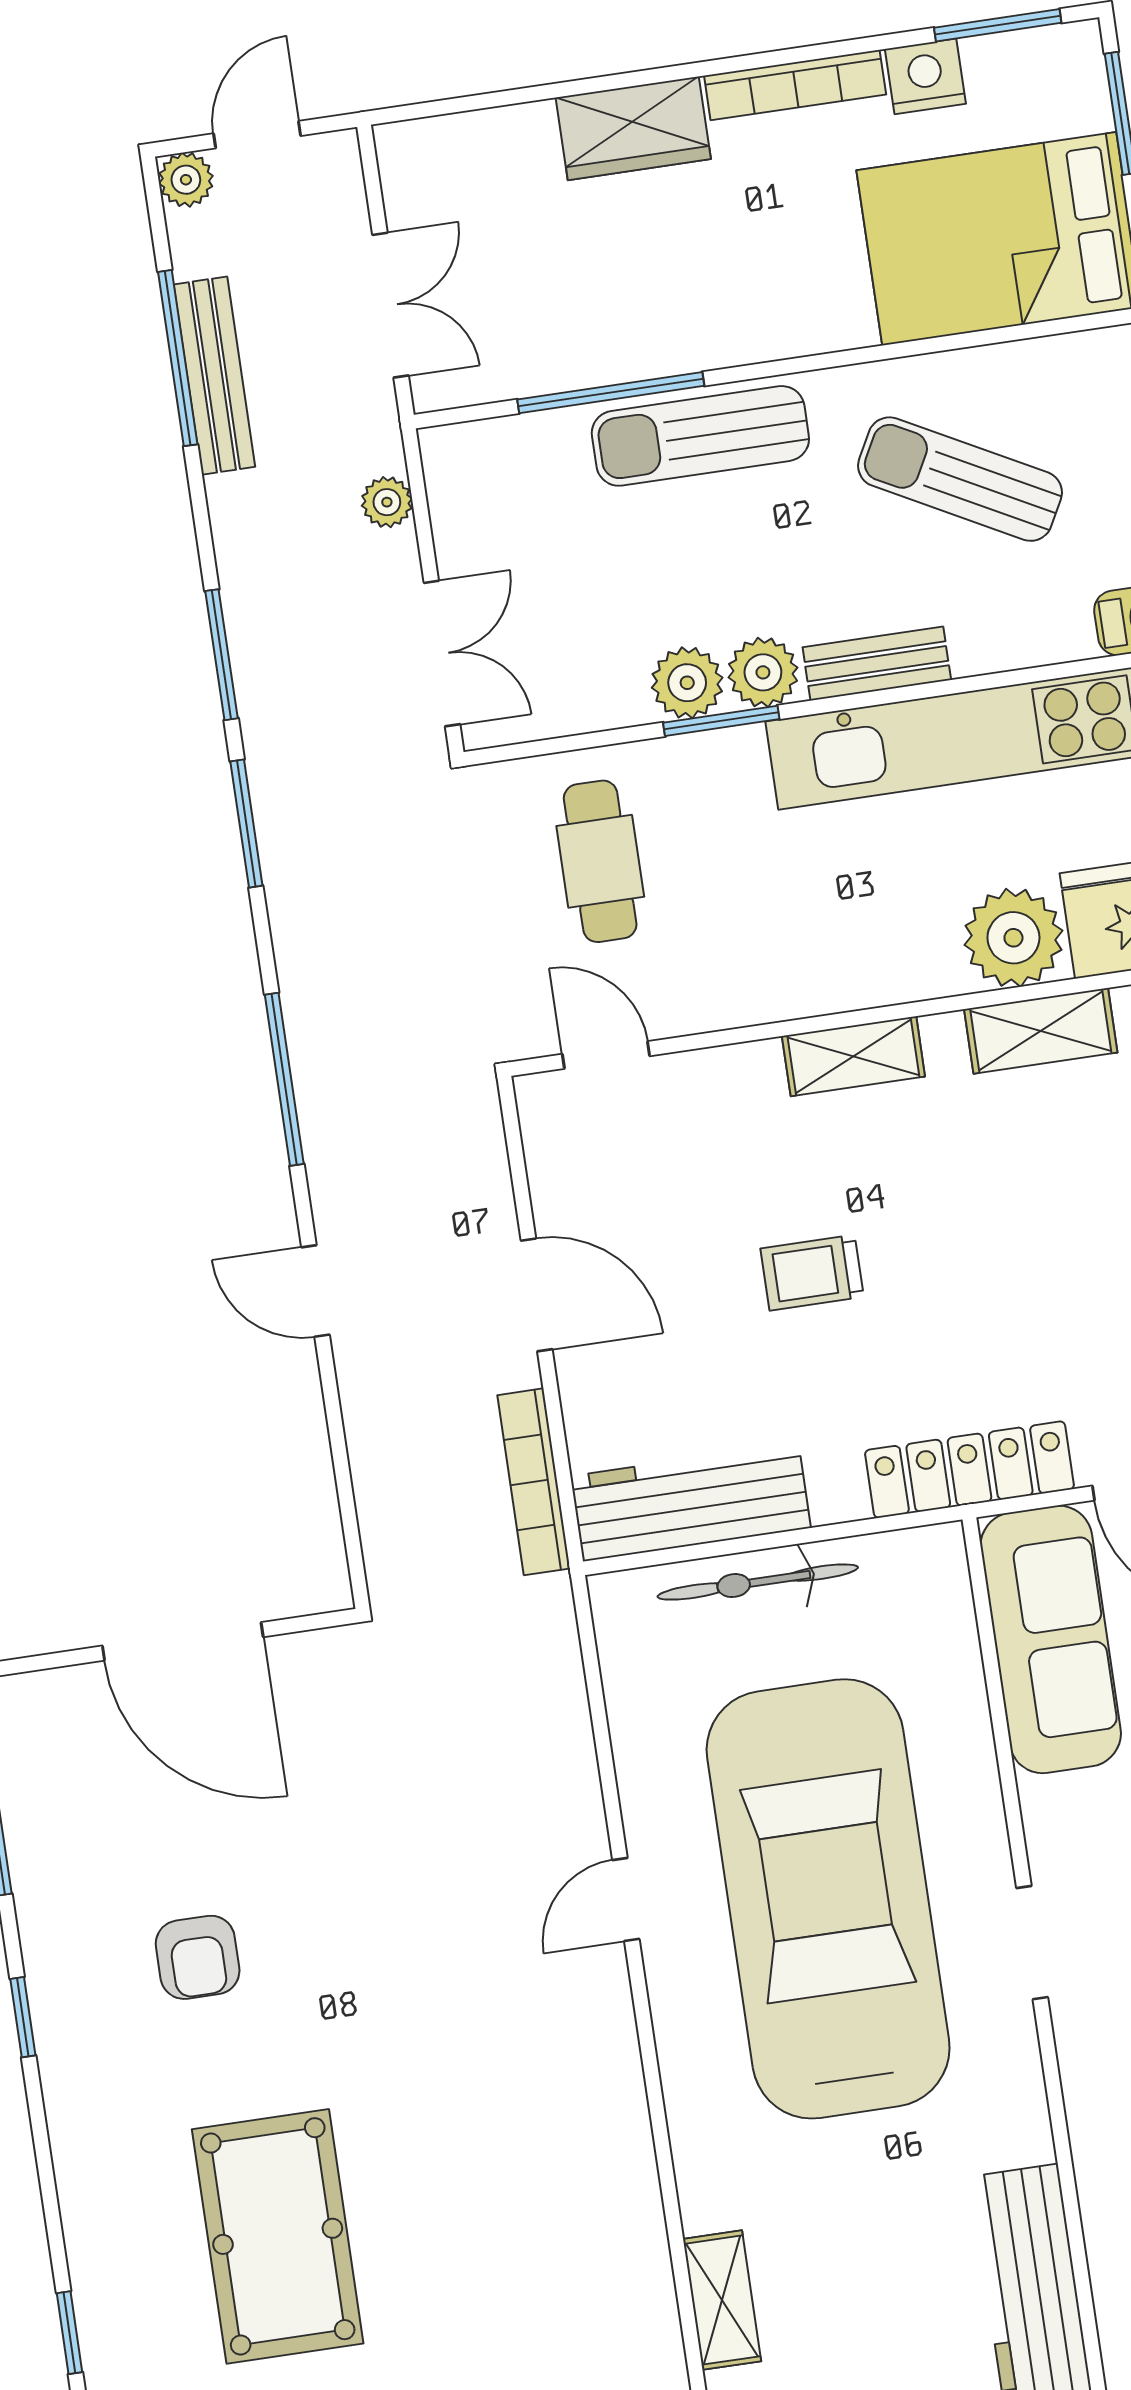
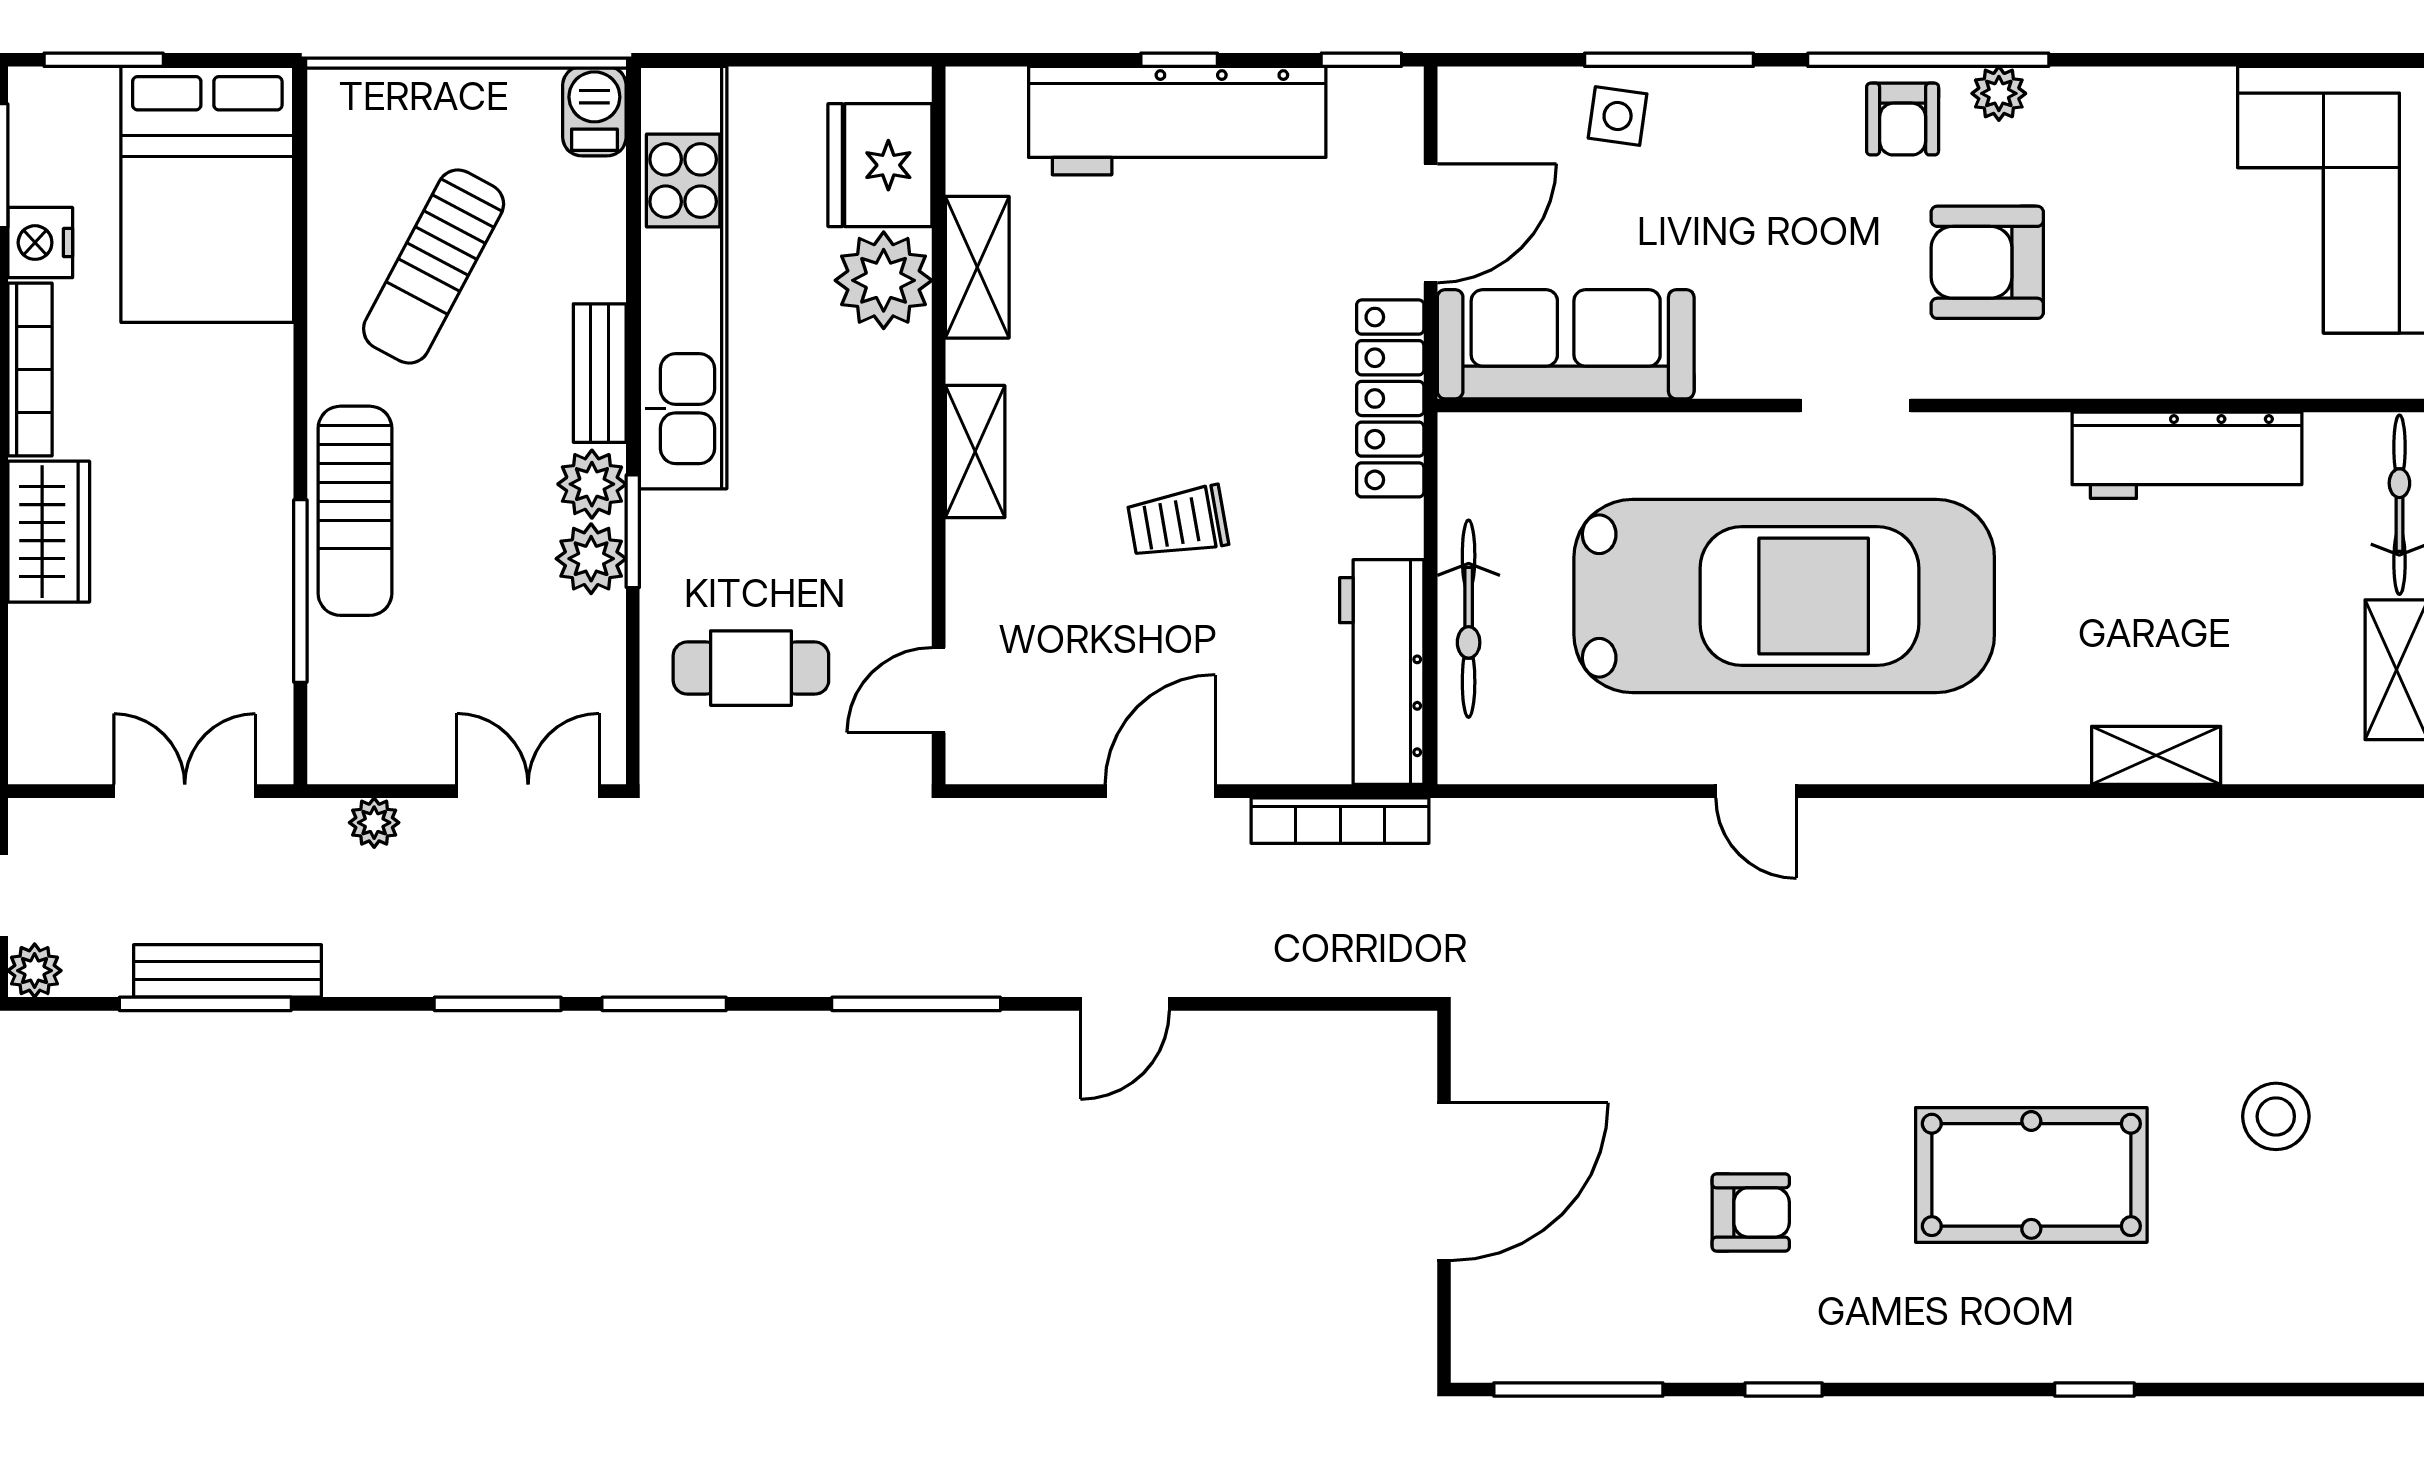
trolley: (812, 1273) -> (1178, 522), turned 80
car: (828, 1899) -> (1784, 596), turned 180

